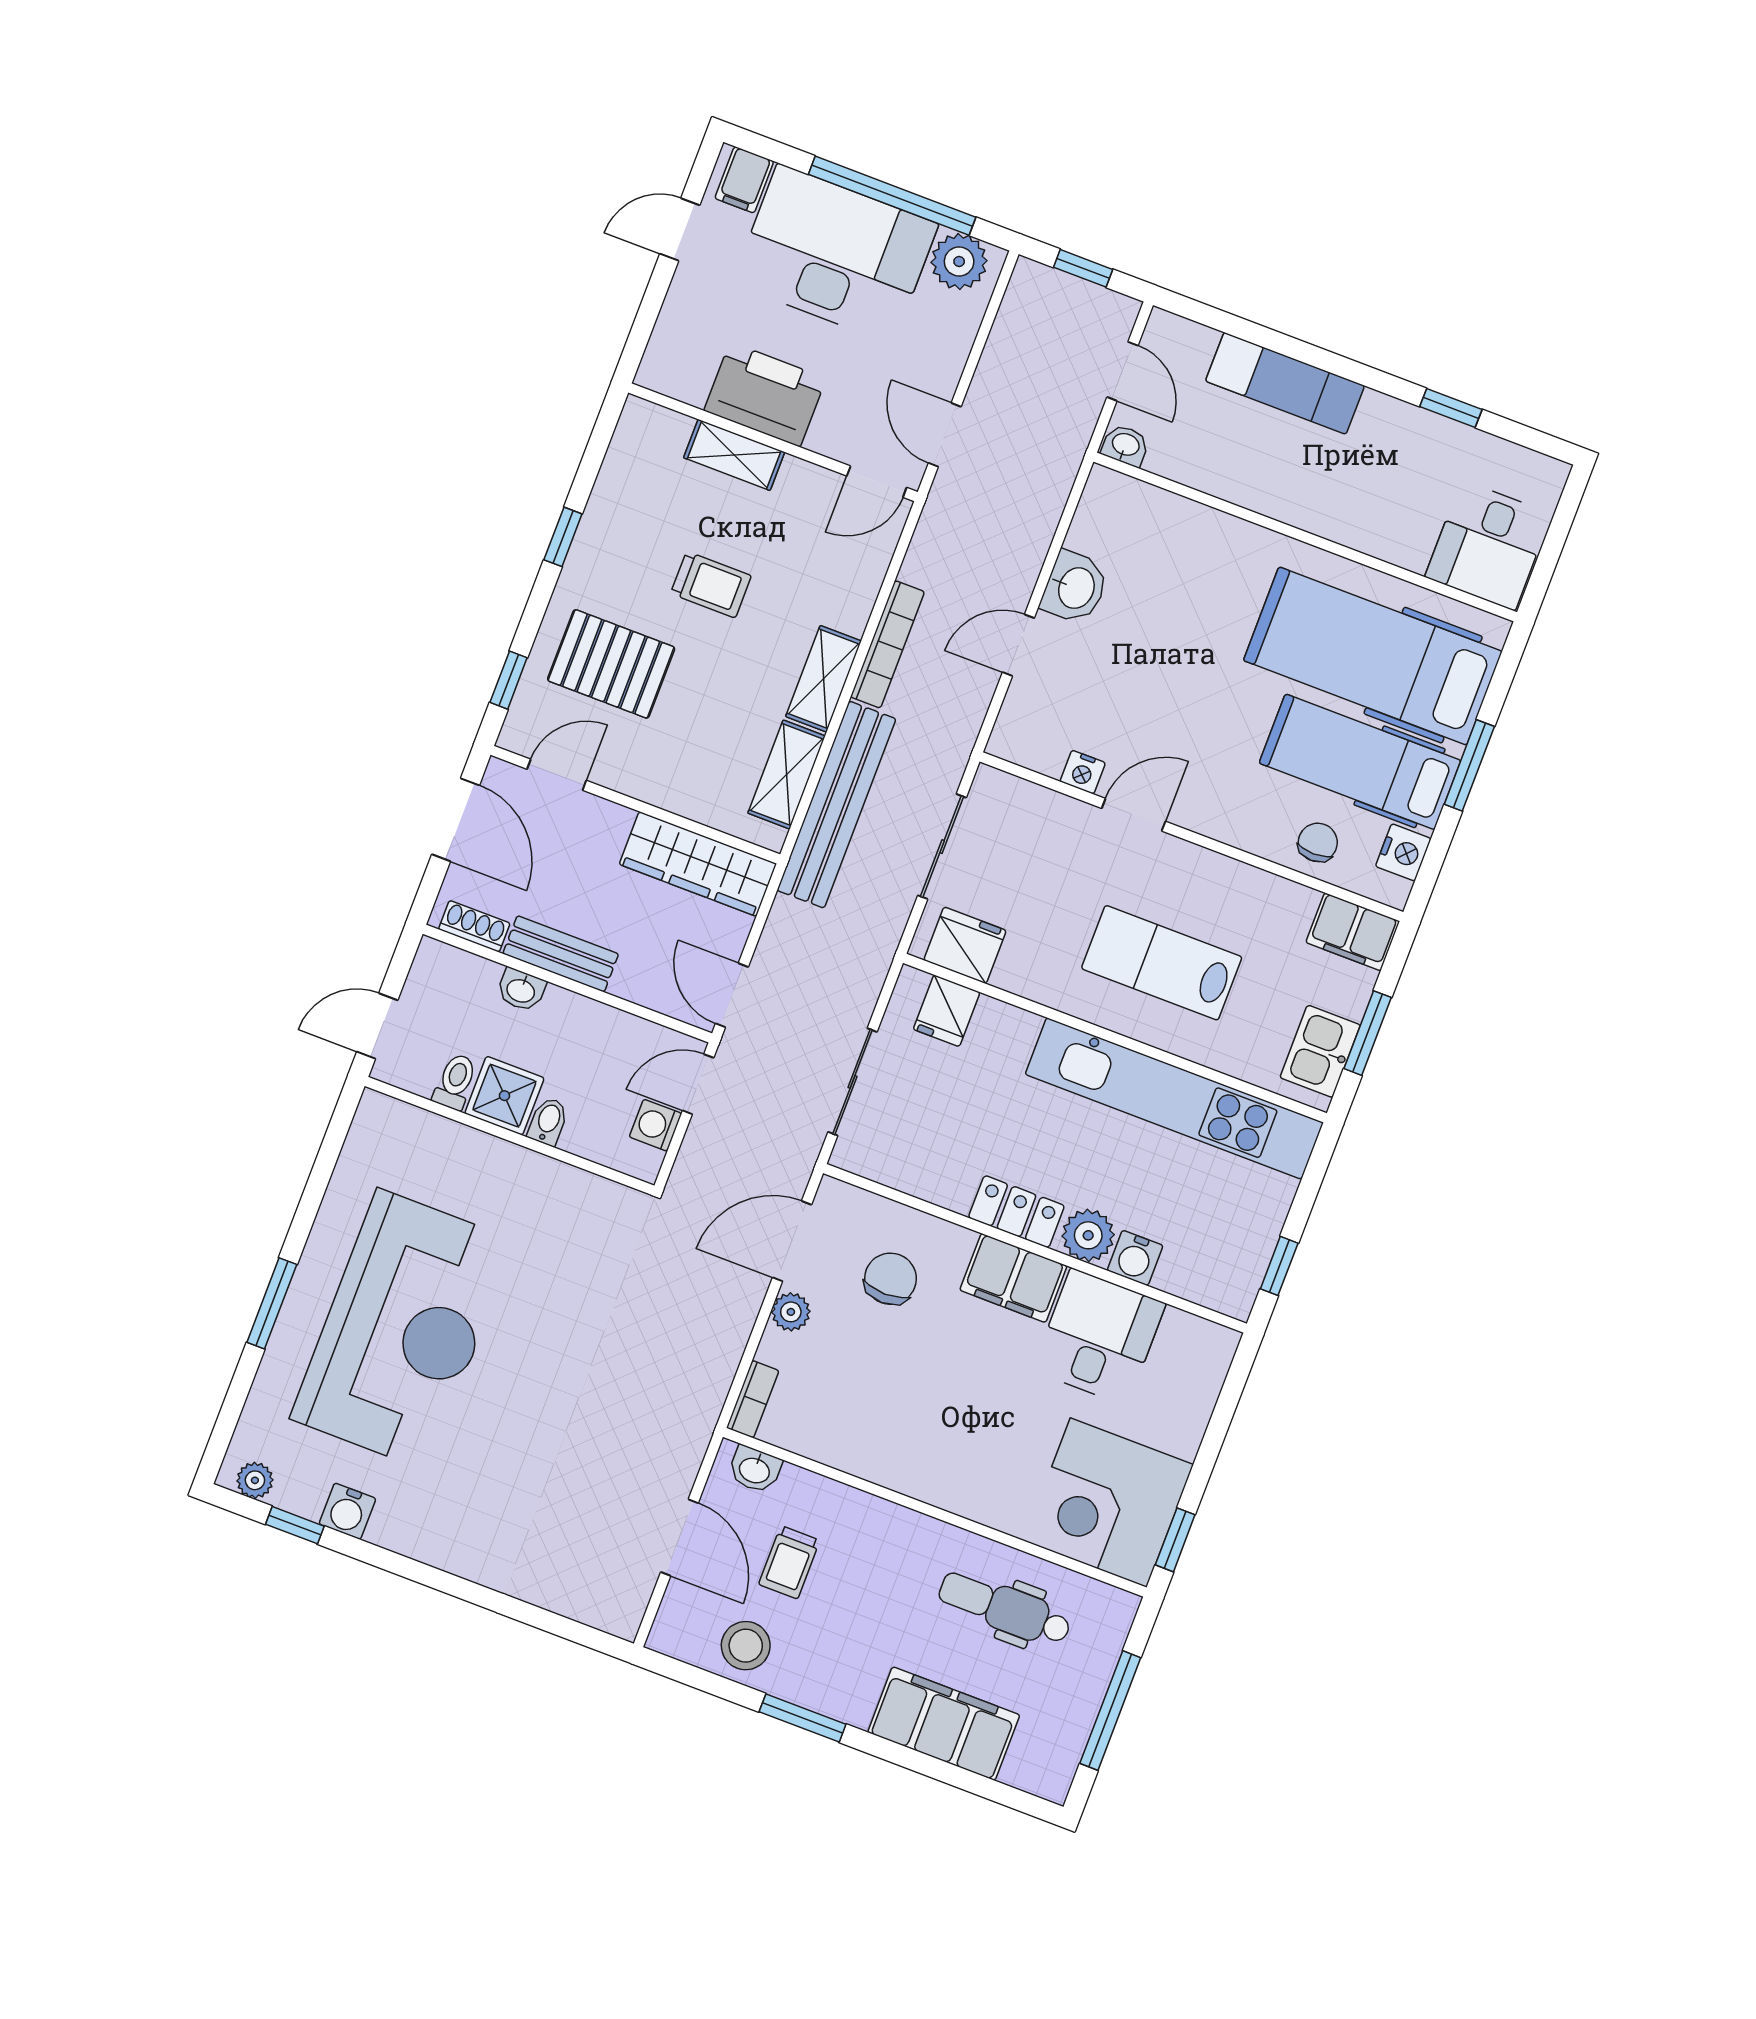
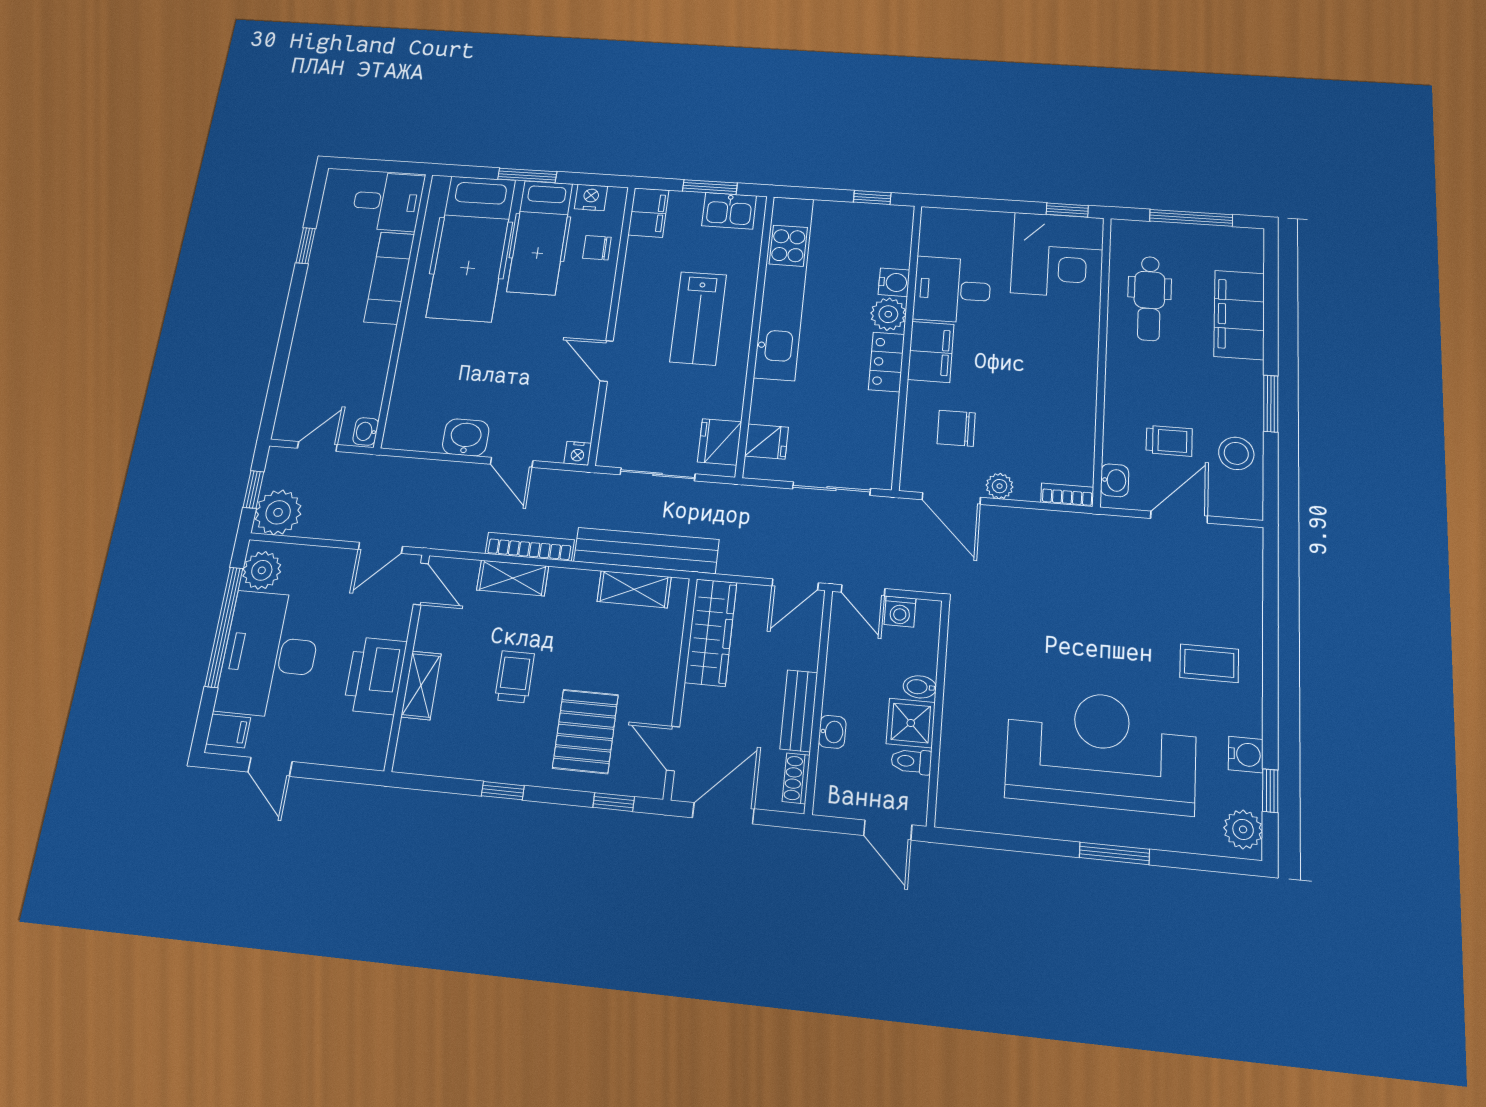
plant: (1038, 298) -> (278, 512), added
exam couch: (1285, 383) -> (389, 278), moved, turned 180
shelving: (823, 679) -> (513, 578), moved
nightstand: (1083, 772) -> (578, 453), moved, turned 90
plant: (255, 1480) -> (1243, 829), width x1.38, depth x1.38
coffee table: (475, 1507) -> (1209, 663), added

